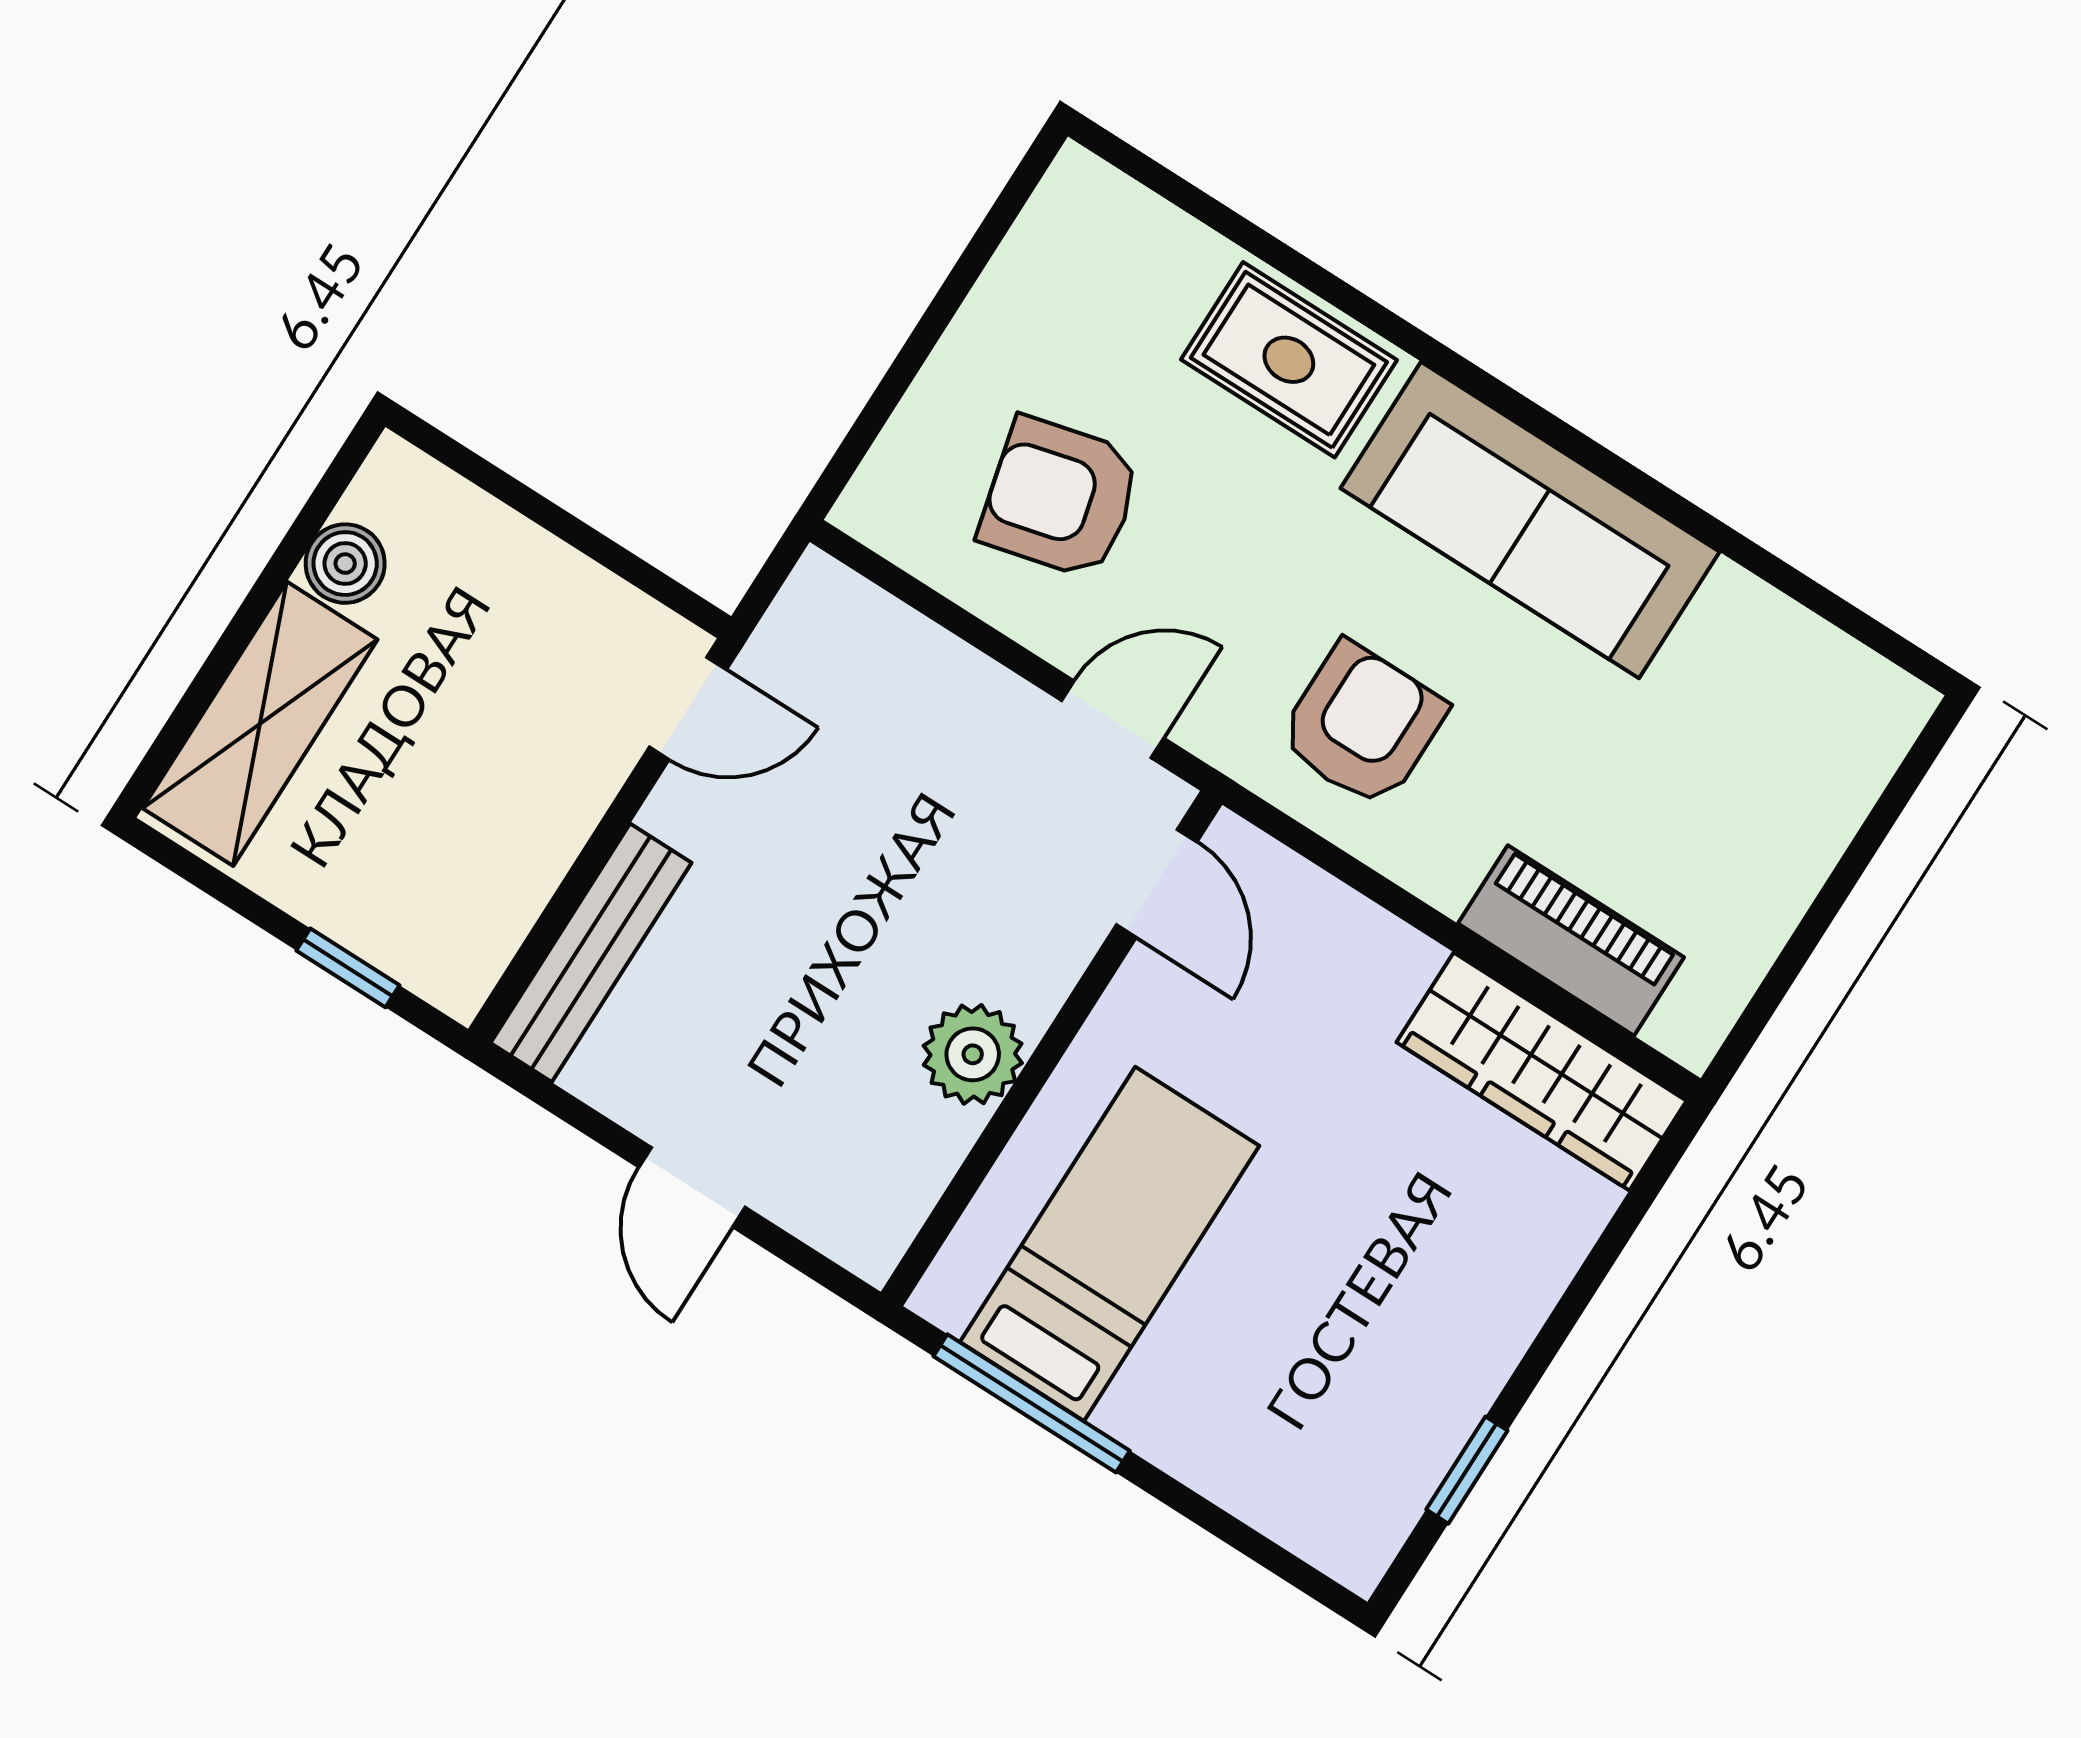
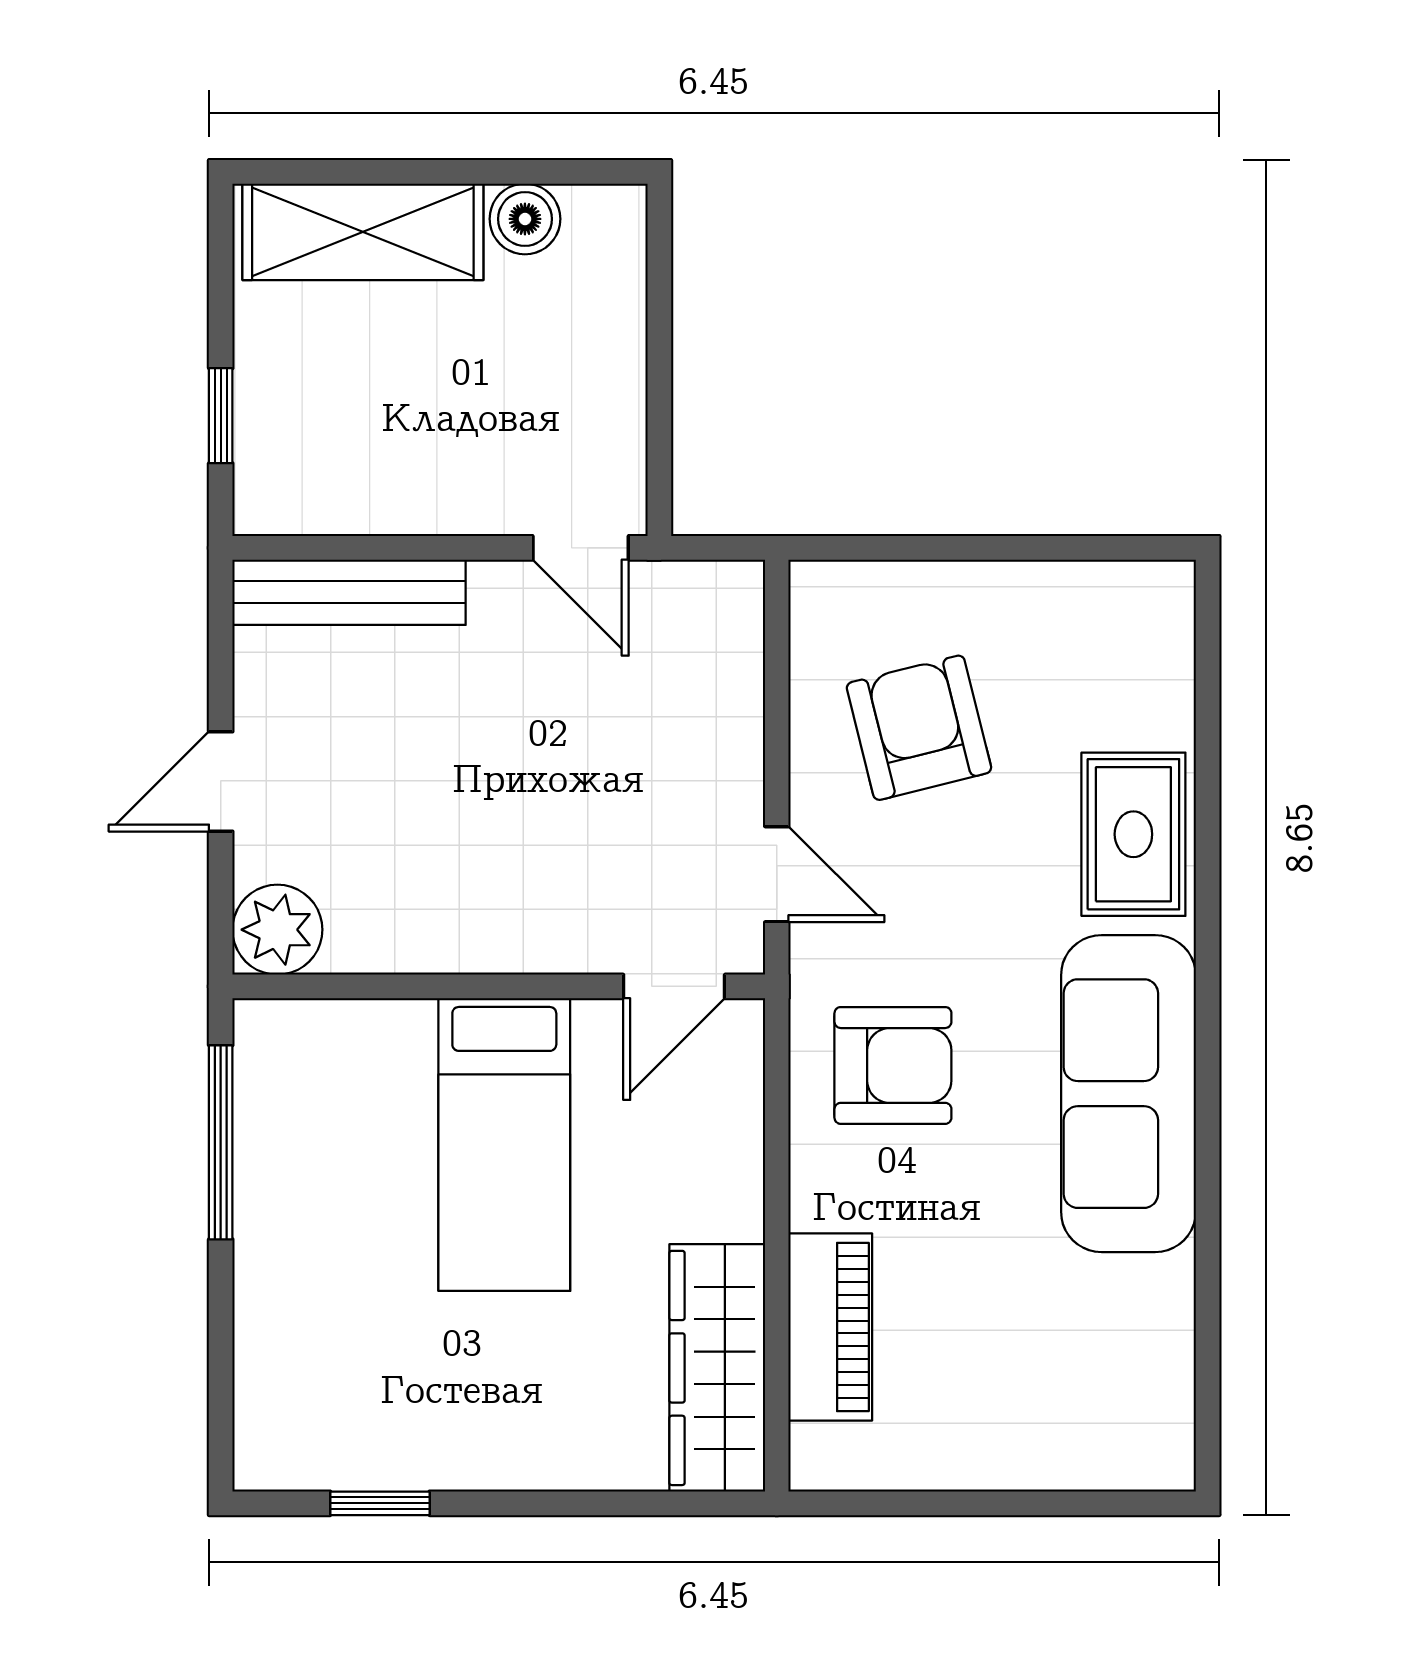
plant: (973, 1054) -> (277, 930), moved
bed: (1110, 1244) -> (504, 1145), moved, turned 90

